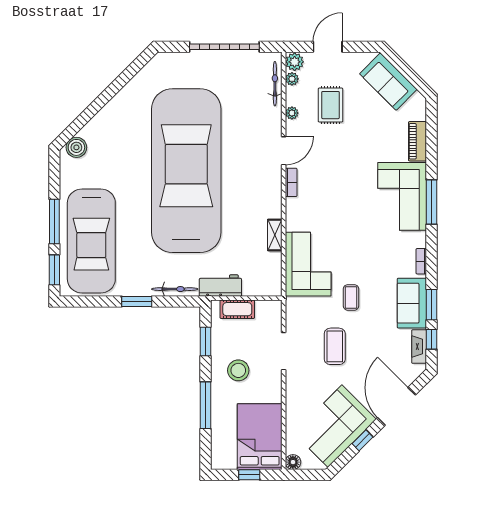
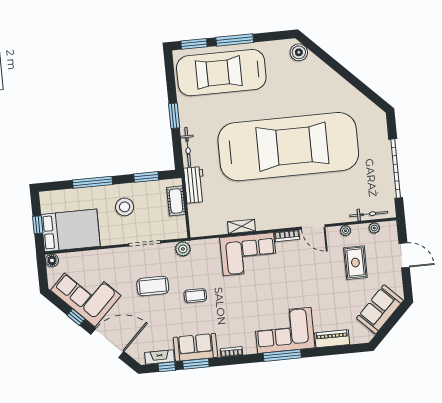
plant: (295, 62) -> (183, 249), moved
rug: (330, 105) -> (355, 263), turned 90
corner sofa: (308, 264) -> (248, 254), moved

